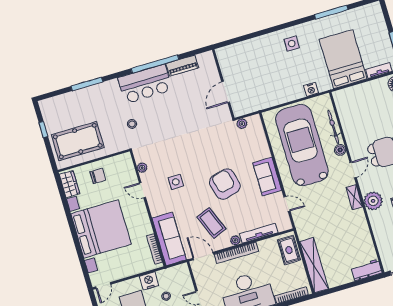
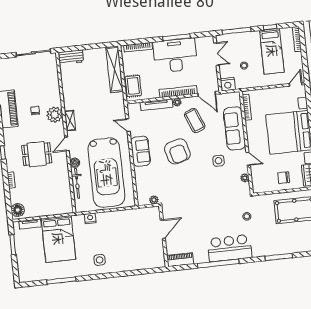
piano: (182, 66) -> (180, 260), moved
sofa: (169, 239) -> (234, 128), moved
nightstand: (149, 281) -> (228, 84), moved

